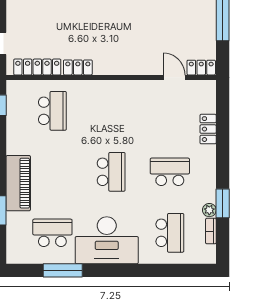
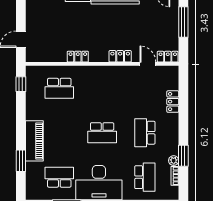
locker: (37, 67) -> (120, 56), moved, width x0.66
school desk: (52, 111) -> (59, 88), turned 90
school desk: (111, 172) -> (102, 133), turned 90
school desk: (170, 172) -> (145, 133), turned -90

